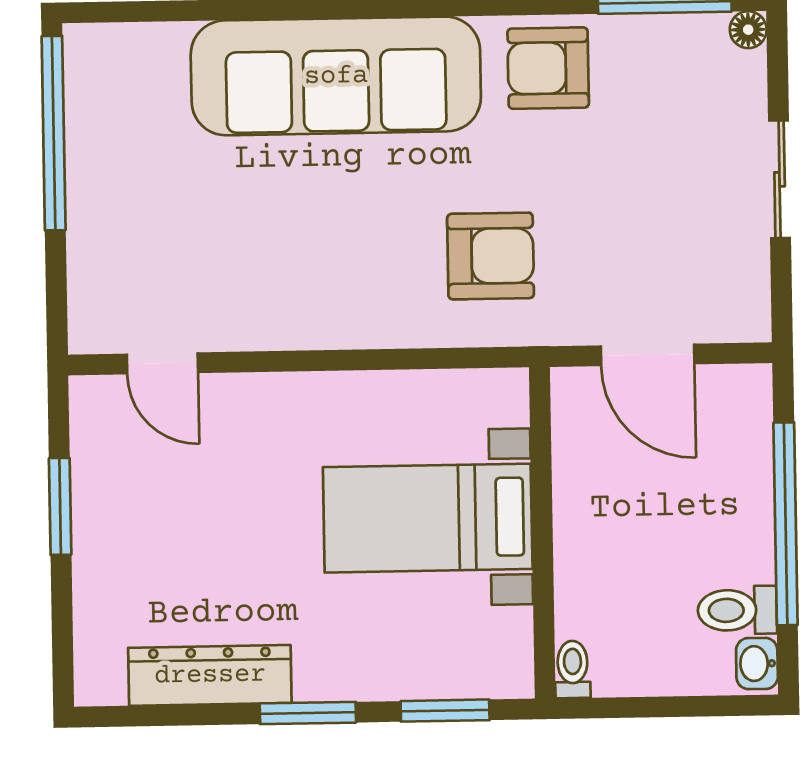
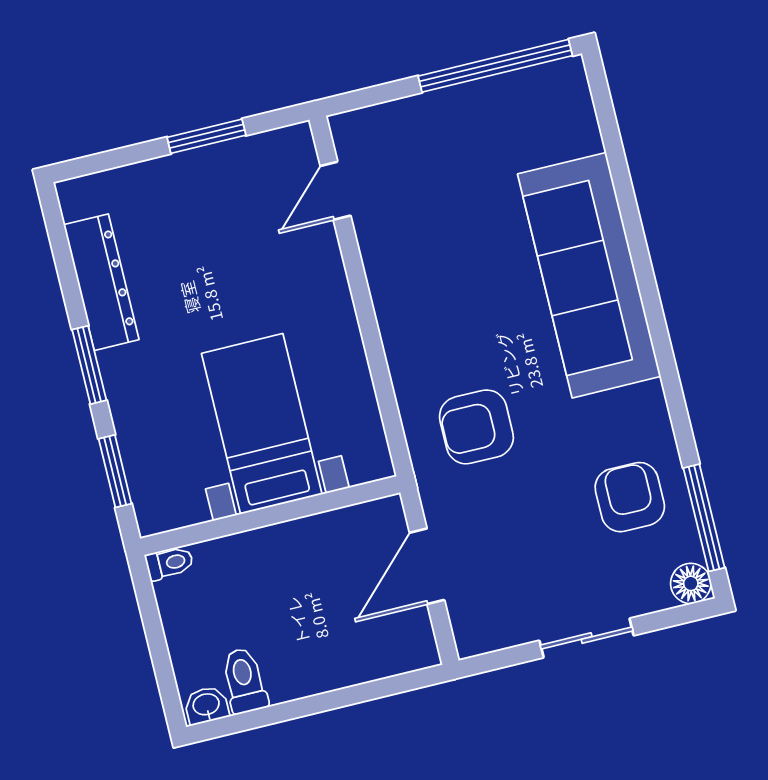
floor lamp: (748, 30) -> (691, 583), width x1.37, depth x1.37
armchair: (548, 68) -> (630, 497), moved
armchair: (491, 256) -> (476, 427), turned 90
window: (786, 524) -> (320, 703), removed

